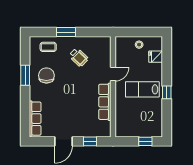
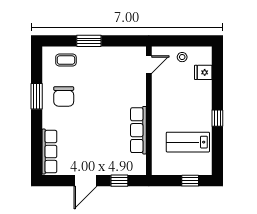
wheelchair: (79, 57) -> (105, 73), removed
door: (113, 74) -> (149, 65), moved
chair: (46, 75) -> (64, 96), turned 180
lab bench: (142, 89) -> (188, 142), moved

